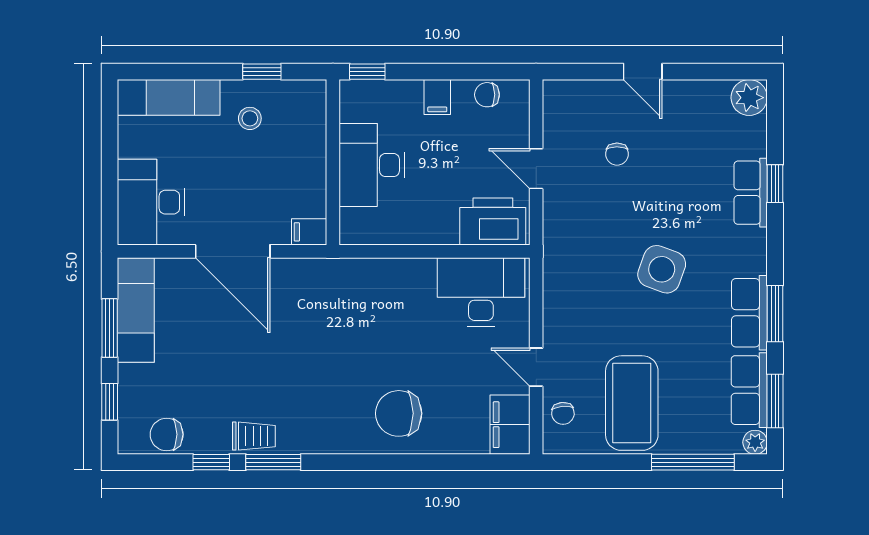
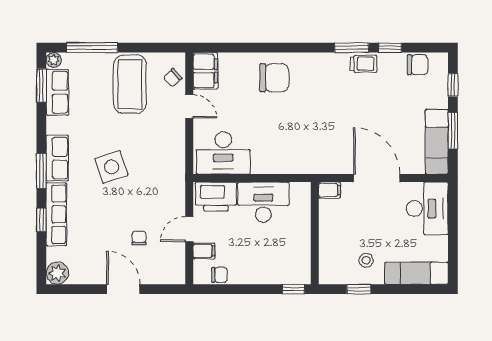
door: (643, 72) -> (123, 289), width x1.37
filing cabinet: (437, 97) -> (204, 251), moved, turned 90
desk: (372, 165) -> (263, 202), moved, turned -90
door: (536, 169) -> (189, 229), swing flipped
row of seats: (751, 193) -> (56, 214), width x1.48
side table: (662, 269) -> (111, 167), turned -38
row of seats: (749, 313) -> (57, 158), moved
window: (775, 314) -> (41, 171), moved
chair: (563, 413) -> (173, 78), turned -127
trolley: (254, 436) -> (364, 64), turned 180

